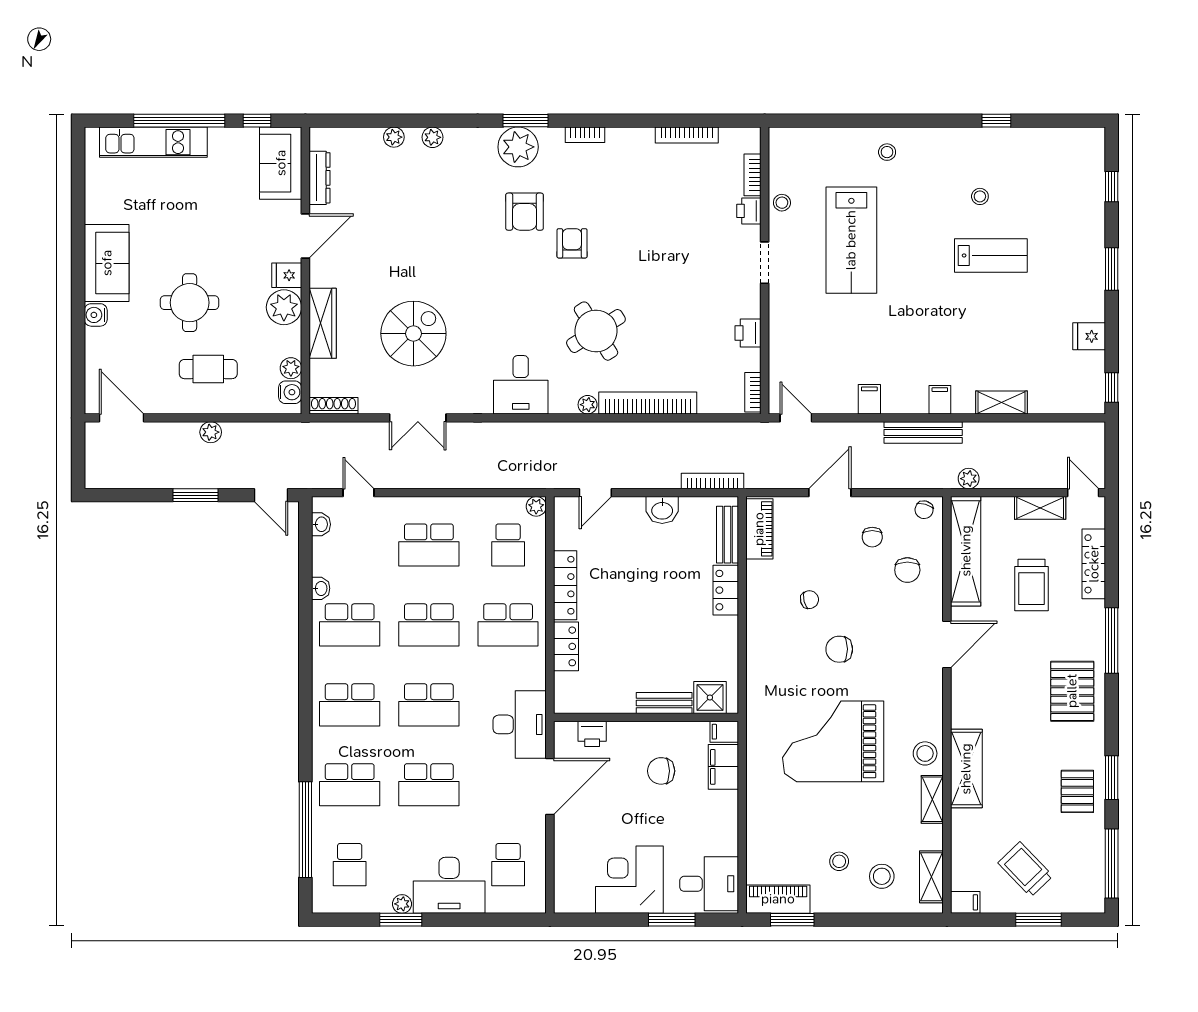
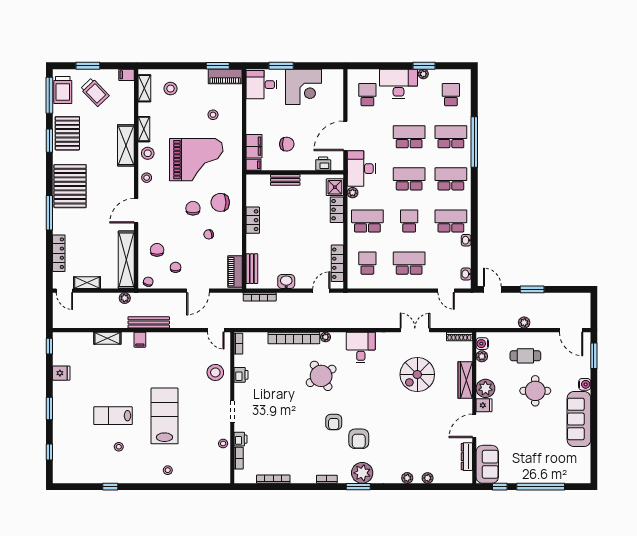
kitchen unit: (153, 142) -> (554, 475), removed
armchair: (525, 212) -> (359, 439), turned 180
lab bench: (851, 240) -> (164, 416), moved
sofa: (107, 263) -> (579, 419), width x1.36
stool: (797, 337) -> (215, 372), added
window: (78, 369) -> (594, 356), added
filing cabinet: (869, 399) -> (177, 340), removed
plant: (536, 506) -> (353, 193), moved
locker: (565, 585) -> (337, 263), moved
trolley: (1031, 585) -> (63, 90), moved, turned 180
locker: (726, 590) -> (253, 220), moved
school desk: (429, 625) -> (409, 221), width x0.54
chair: (839, 649) -> (193, 208), turned -90
chair: (787, 660) -> (220, 202), added
pallet: (1072, 691) -> (70, 186), width x1.37, depth x1.41
shower: (710, 697) -> (335, 187), moved
stool: (927, 707) -> (147, 178), added
pallet: (1077, 791) -> (67, 133), width x1.50, depth x1.42
window: (305, 830) -> (474, 142), moved
stool: (839, 861) -> (213, 115), moved

